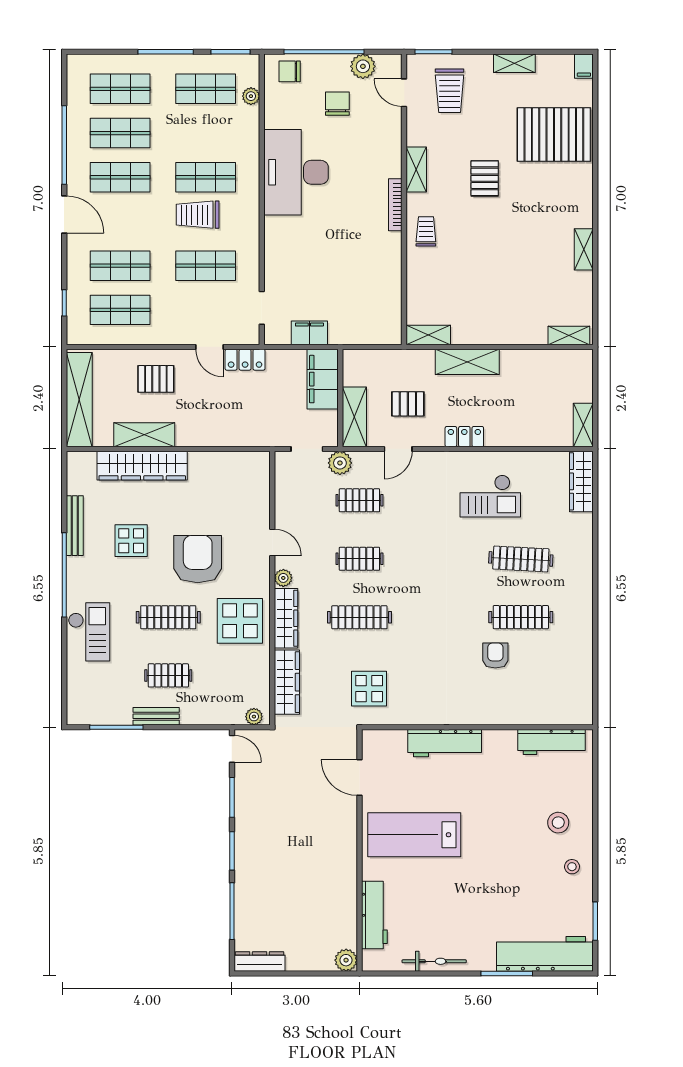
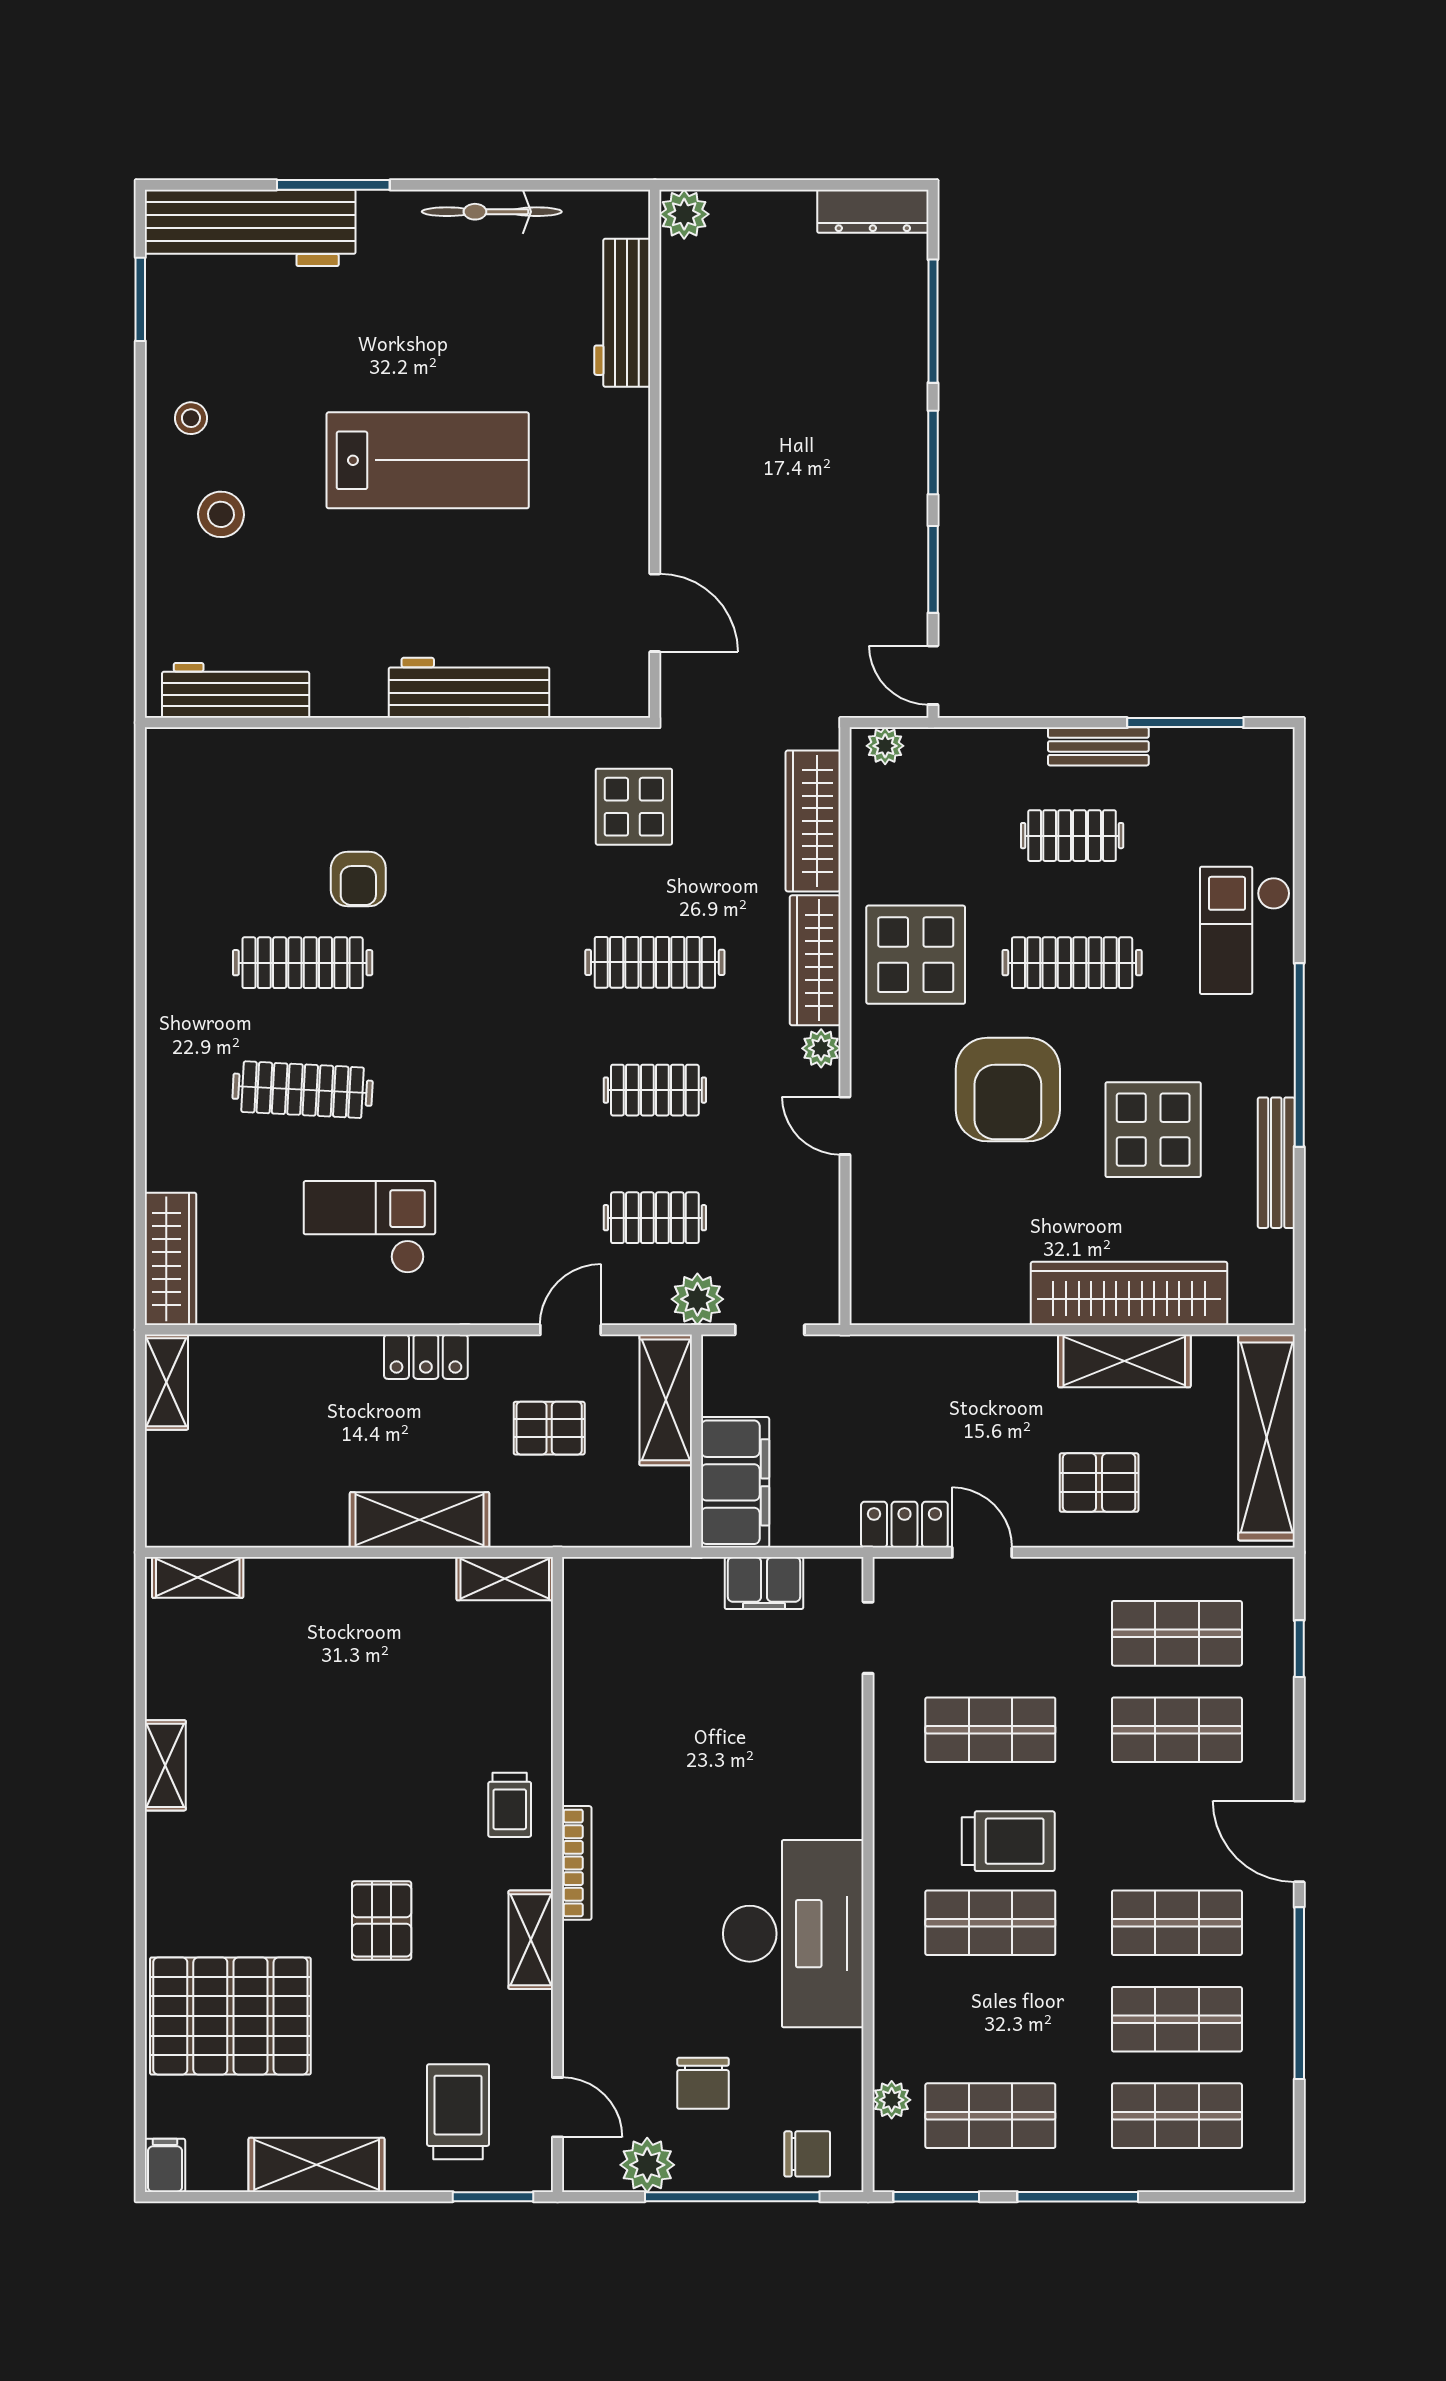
shelving: (514, 63) -> (317, 2165), width x1.50, depth x1.33
display table: (131, 541) -> (1153, 1130), width x1.36, depth x1.36
lab bench: (414, 835) -> (428, 460), moved

